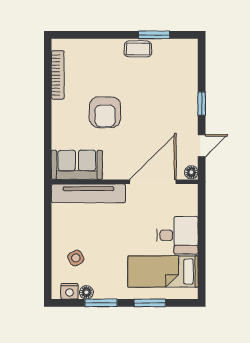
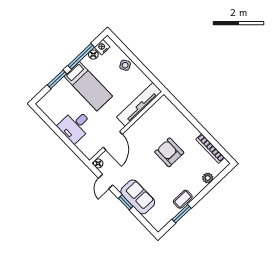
plant: (90, 46) -> (208, 178), added
sofa: (77, 165) -> (138, 197), moved, turned -90
door: (153, 182) -> (113, 141), width x0.73
side table: (76, 258) -> (125, 65), moved
bed: (163, 272) -> (88, 86), moved, turned 90
window: (101, 303) -> (81, 56), width x1.44

